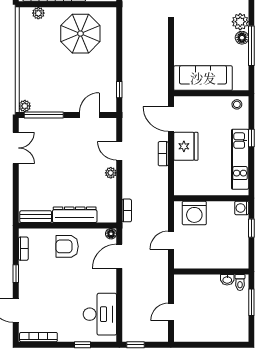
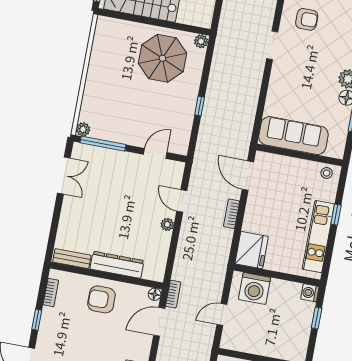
plant: (38, 13) -> (201, 41), moved
window: (119, 90) -> (200, 106), moved
fridge: (186, 146) -> (252, 250), moved
bookcase: (127, 210) -> (173, 294), moved

